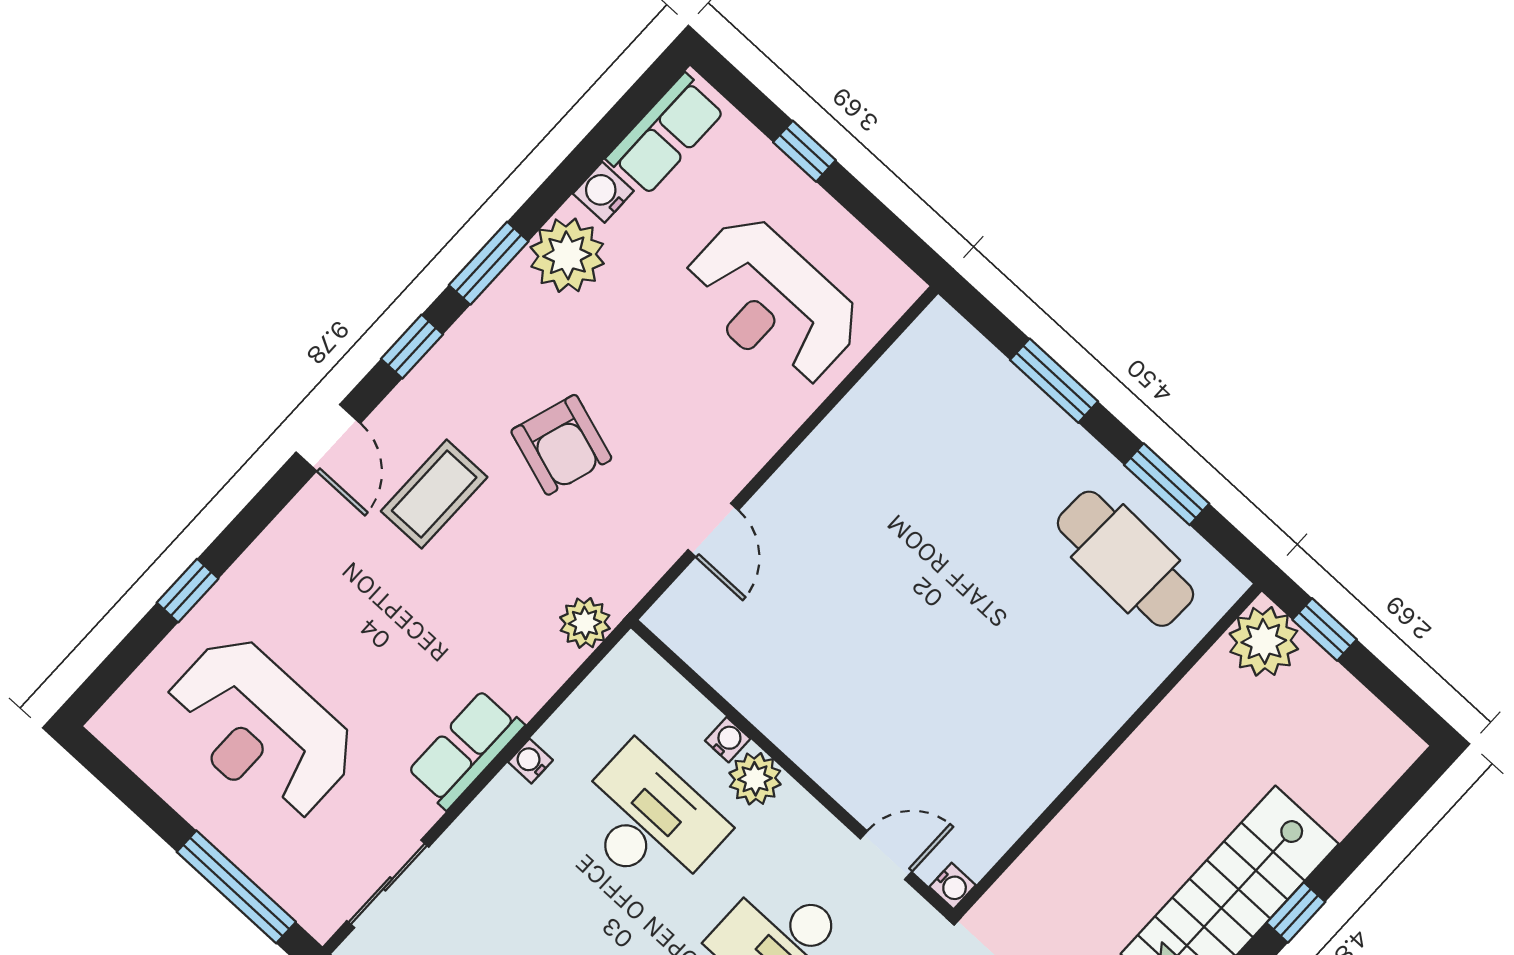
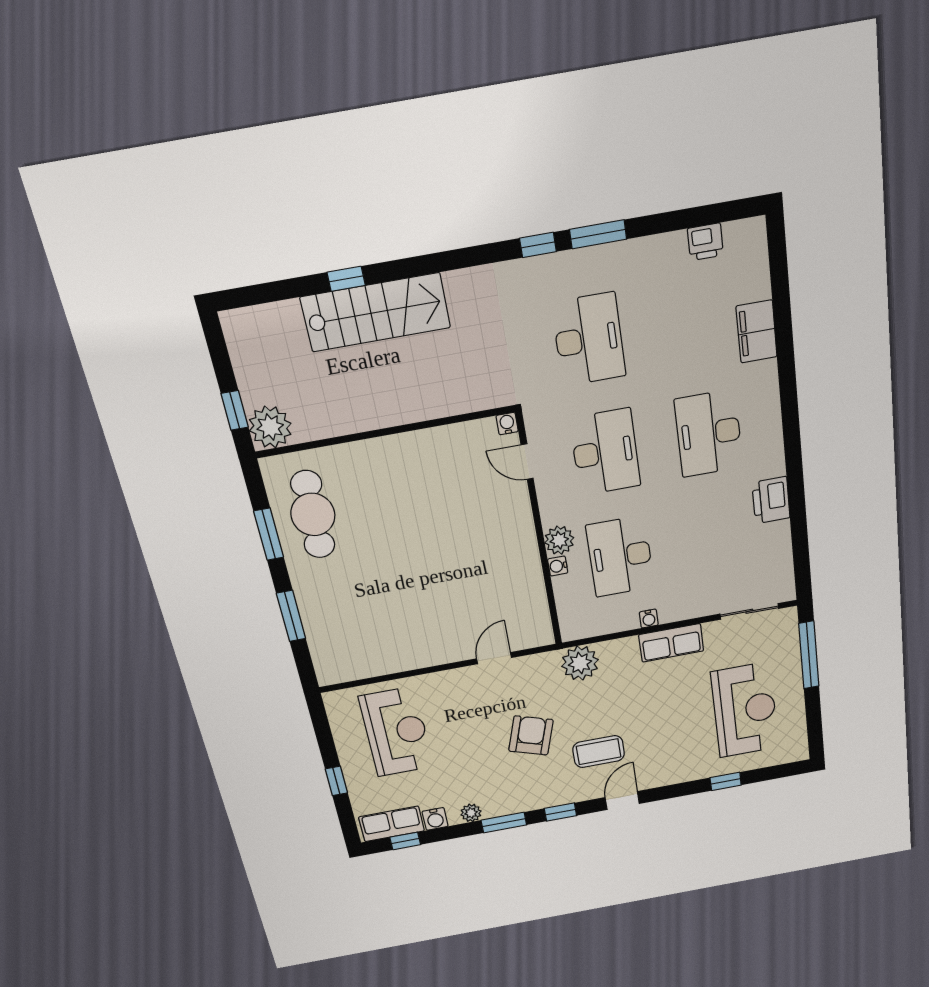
window: (622, 118) -> (405, 841), added
plant: (567, 255) -> (471, 813), width x0.53, depth x0.53
plant: (585, 623) -> (580, 663), width x1.36, depth x1.36

